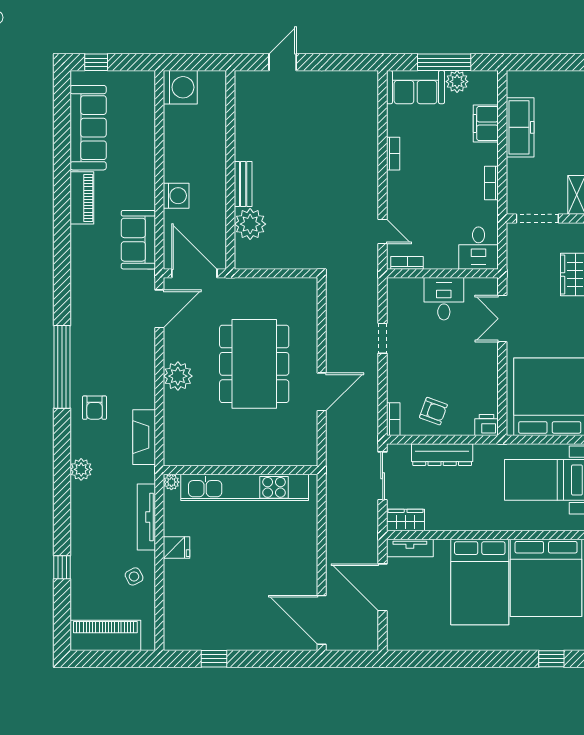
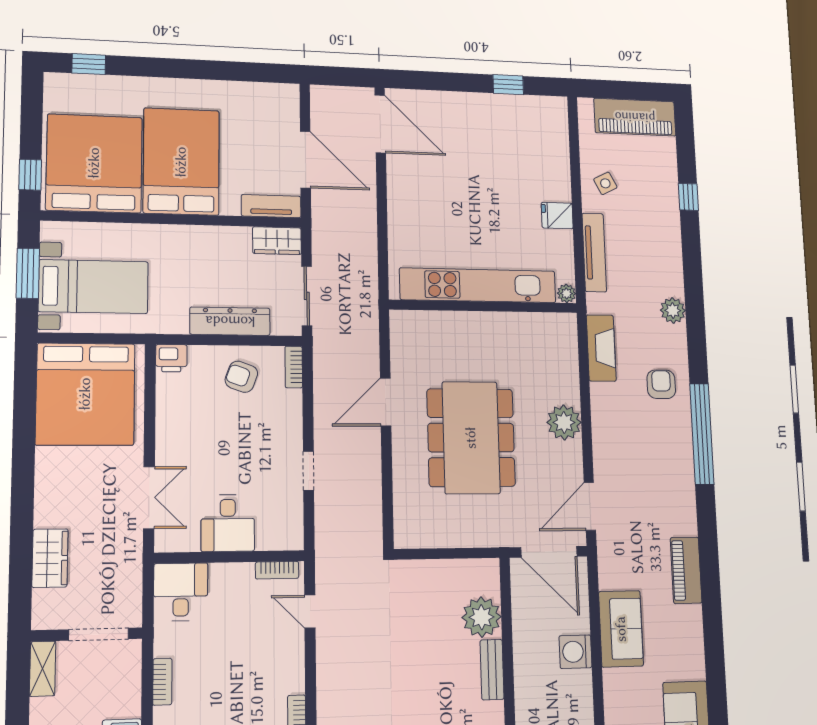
piano: (82, 198) -> (686, 570), moved
sofa: (138, 240) -> (621, 629), moved

